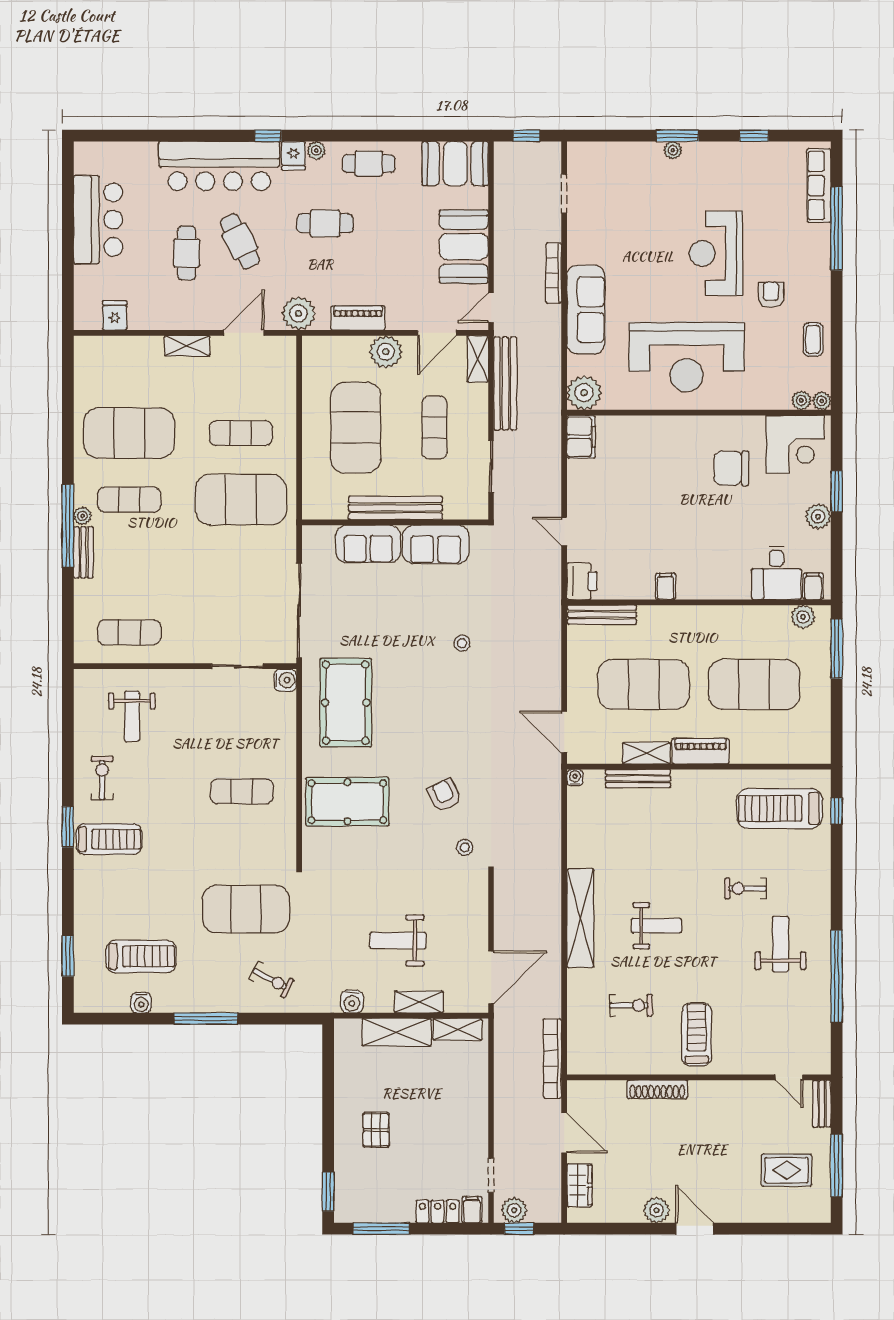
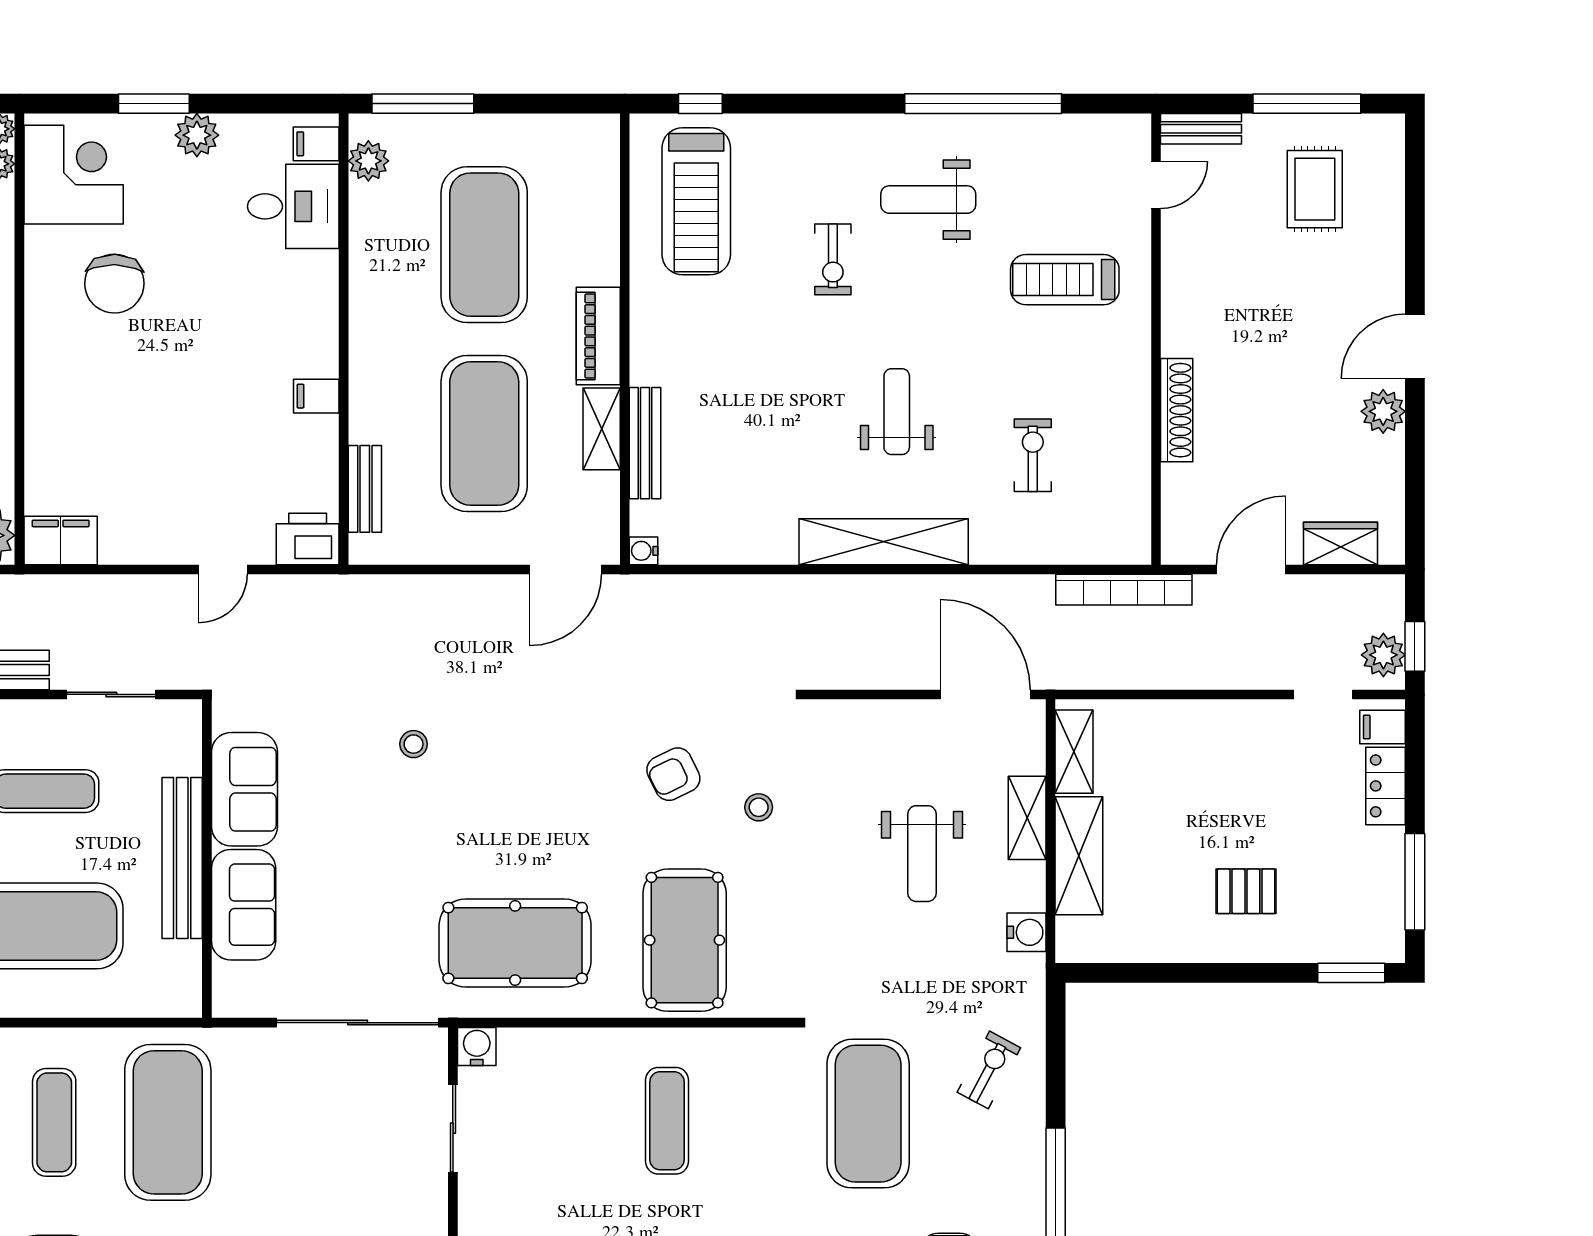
bench: (602, 615) -> (365, 489), width x0.73
stool: (465, 847) -> (759, 807), moved
treadmill: (697, 1034) -> (1065, 280), moved

